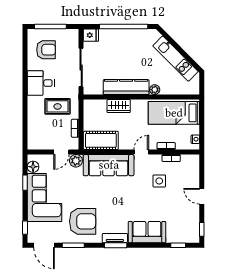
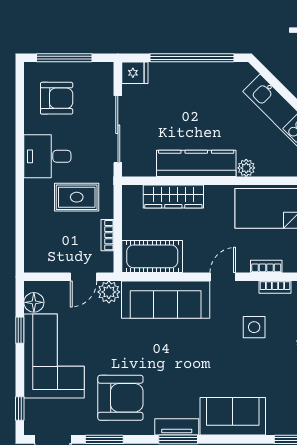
wardrobe: (119, 106) -> (173, 197), width x1.50

